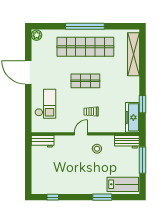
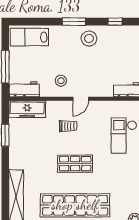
freezer: (133, 117) -> (27, 109), moved, turned 90
stool: (74, 183) -> (89, 39), added
window: (102, 197) -> (74, 22), moved

